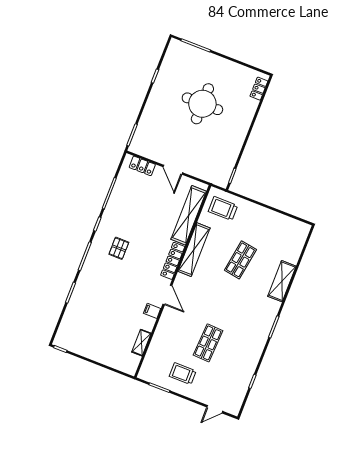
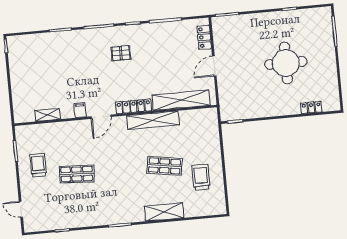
locker: (259, 89) -> (311, 108), moved
trolley: (223, 209) -> (201, 177), moved

